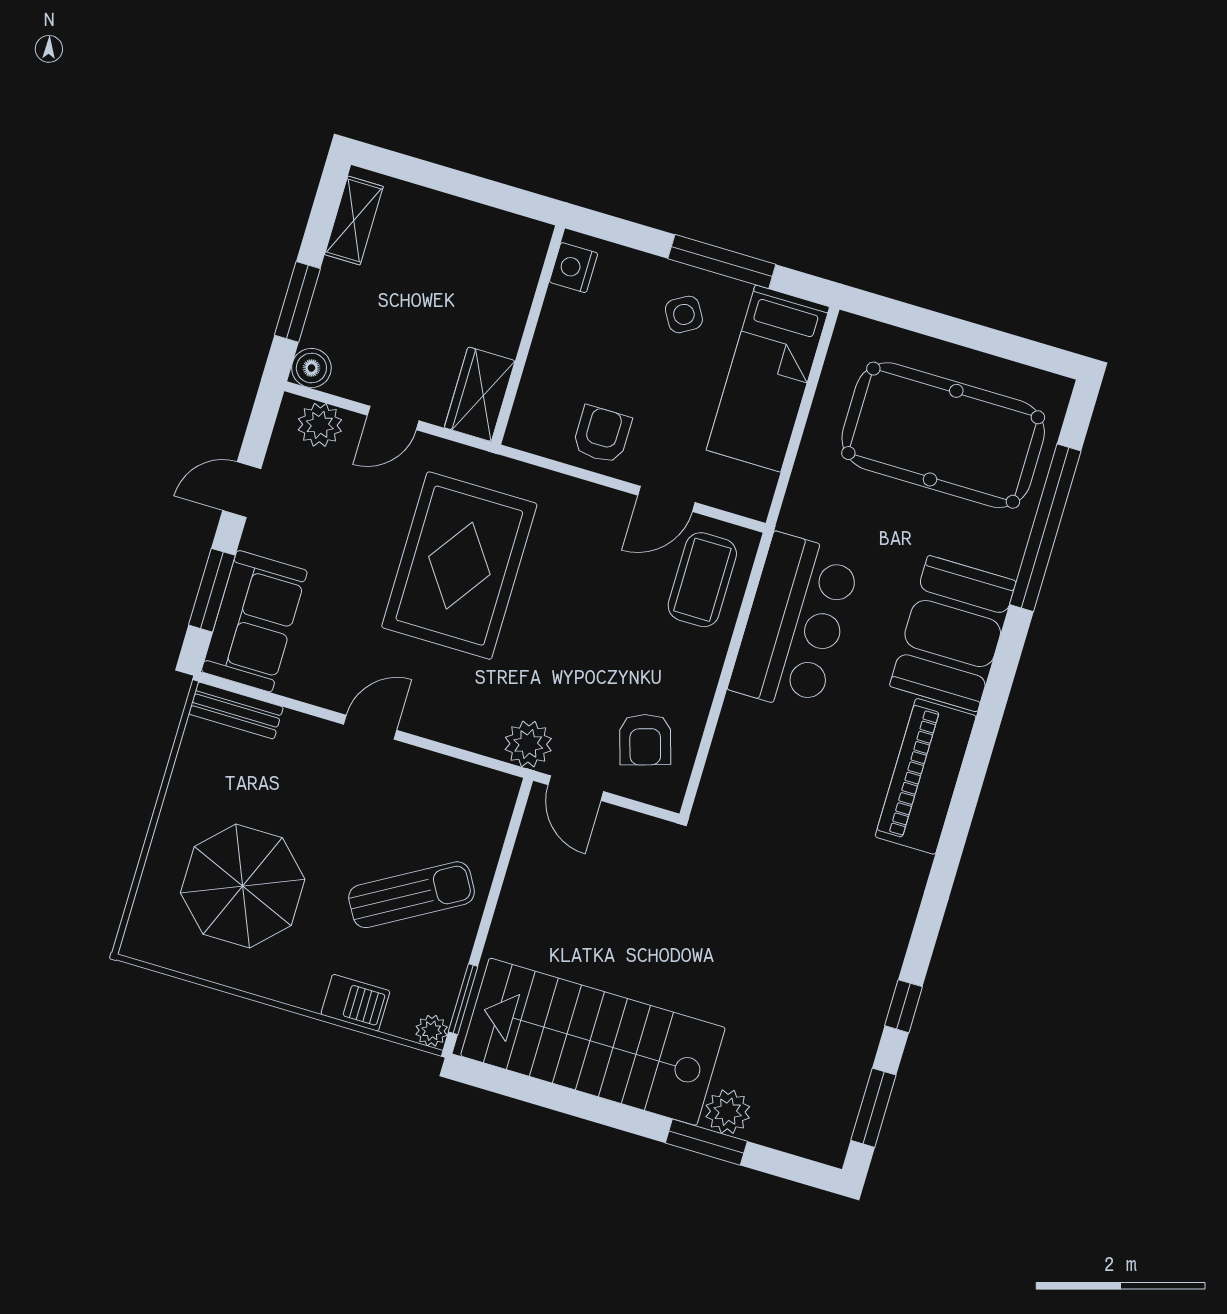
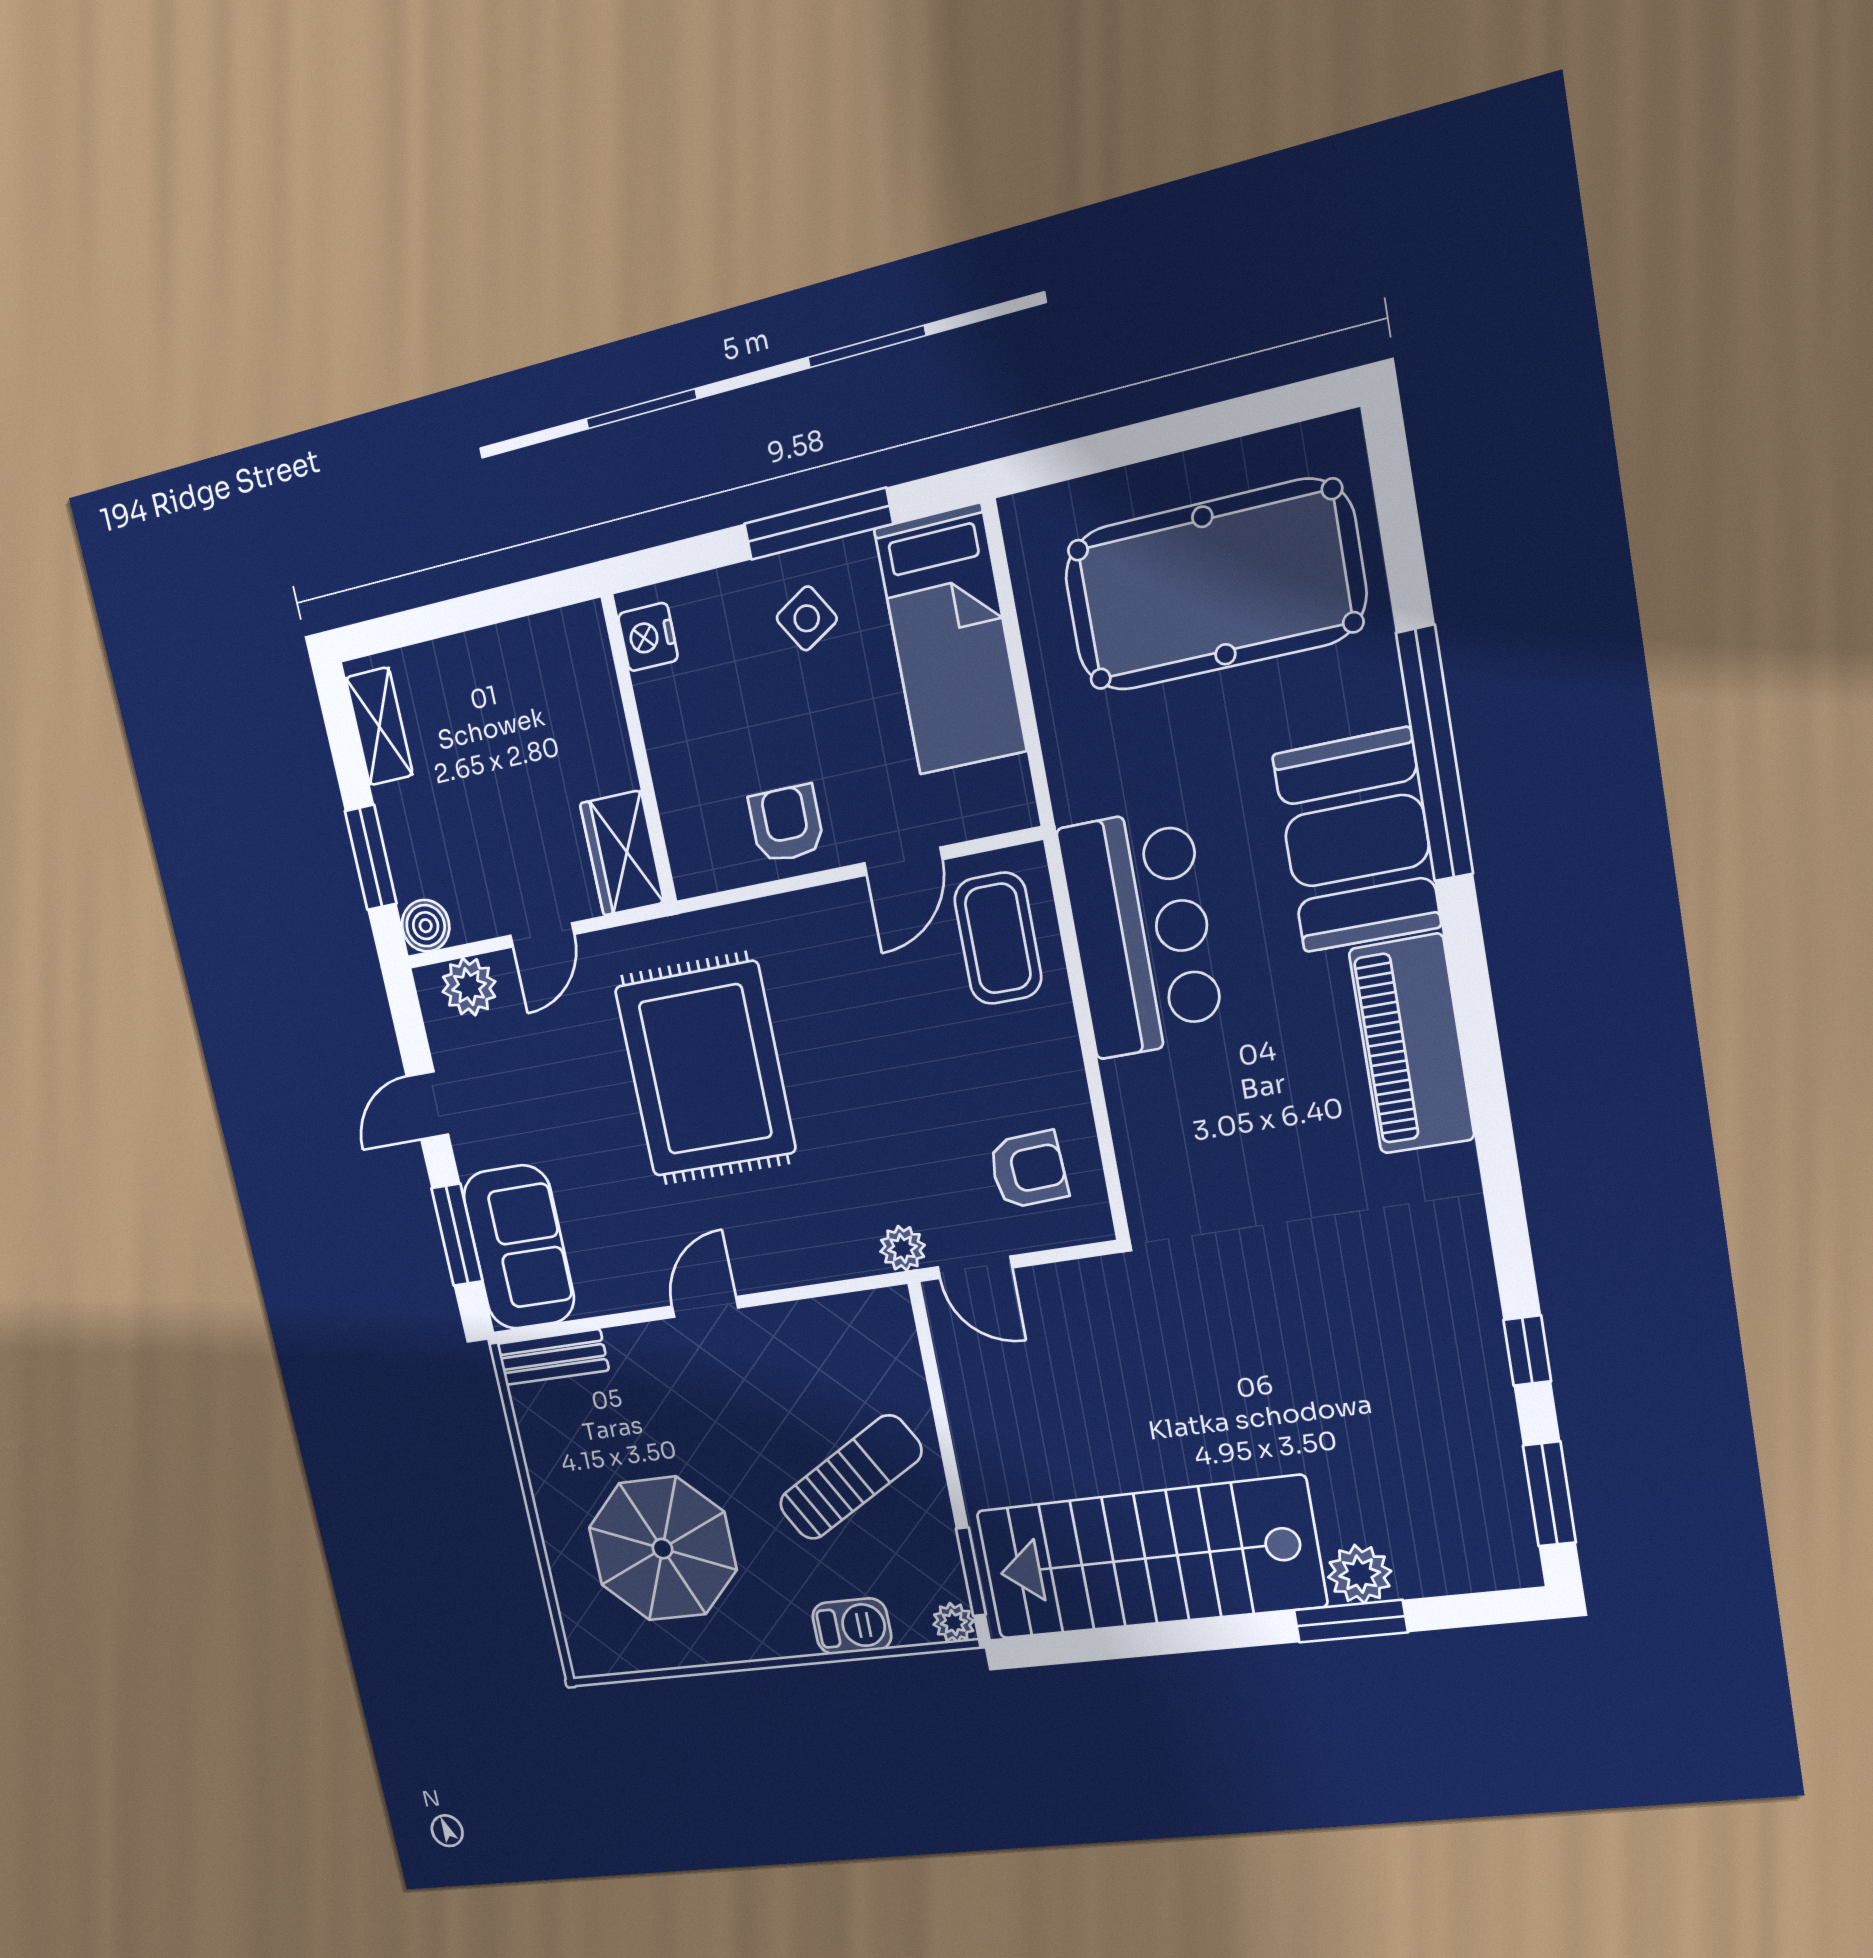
window: (1045, 528) -> (1435, 754), moved
armchair: (645, 740) -> (1028, 1170), turned -76
plant: (528, 744) -> (902, 1248), width x0.73, depth x0.73

